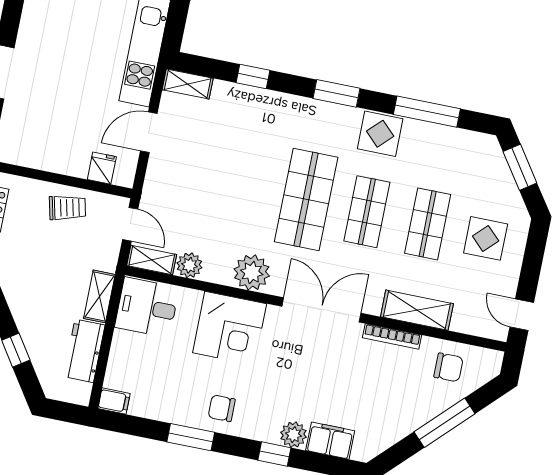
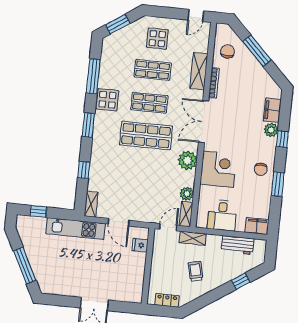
trolley: (67, 208) -> (195, 271), moved
shelving: (99, 296) -> (193, 238), moved
desk: (147, 307) -> (222, 215), moved
filing cabinet: (114, 401) -> (257, 226), width x2.00

